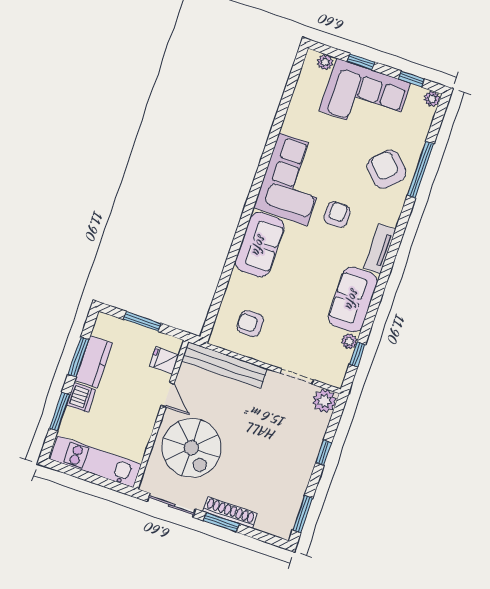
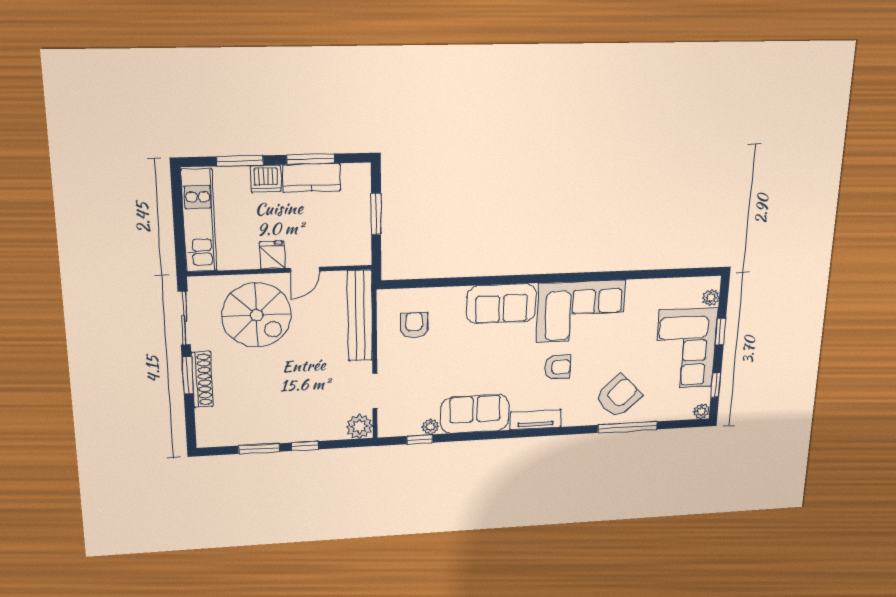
fridge: (164, 360) -> (272, 255), moved
spiral stairs: (191, 448) -> (257, 315), turned -90
window: (303, 514) -> (259, 449), moved

